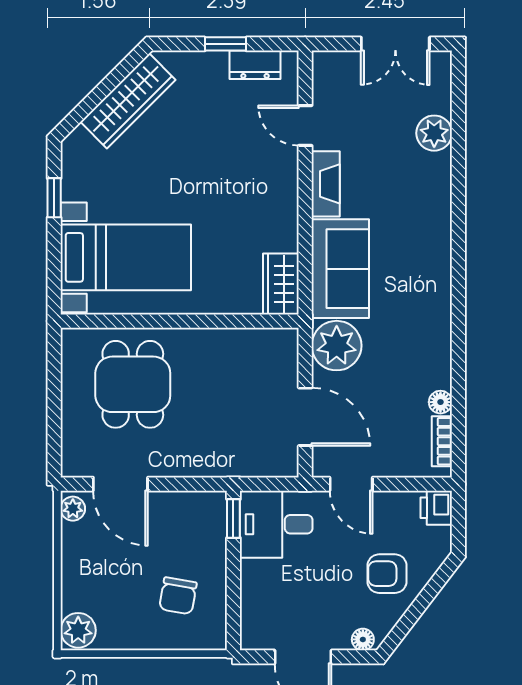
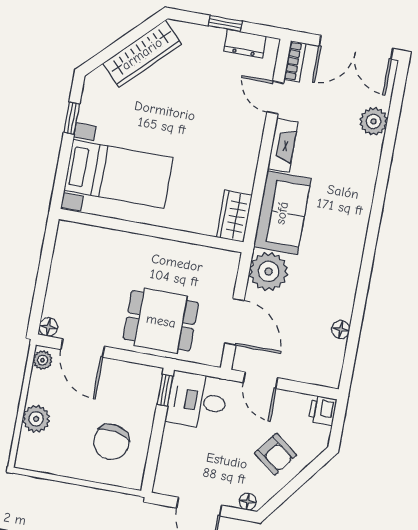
double door: (395, 44) -> (356, 47), width x1.37
dining table: (133, 384) -> (161, 321), moved, turned 90
bookcase: (442, 441) -> (295, 61), moved, turned 180
floor lamp: (73, 466) -> (48, 327), added
armchair: (387, 574) -> (276, 454), turned -143
chair: (178, 596) -> (111, 442), width x1.37, depth x1.37
plant: (78, 630) -> (36, 419), moved

